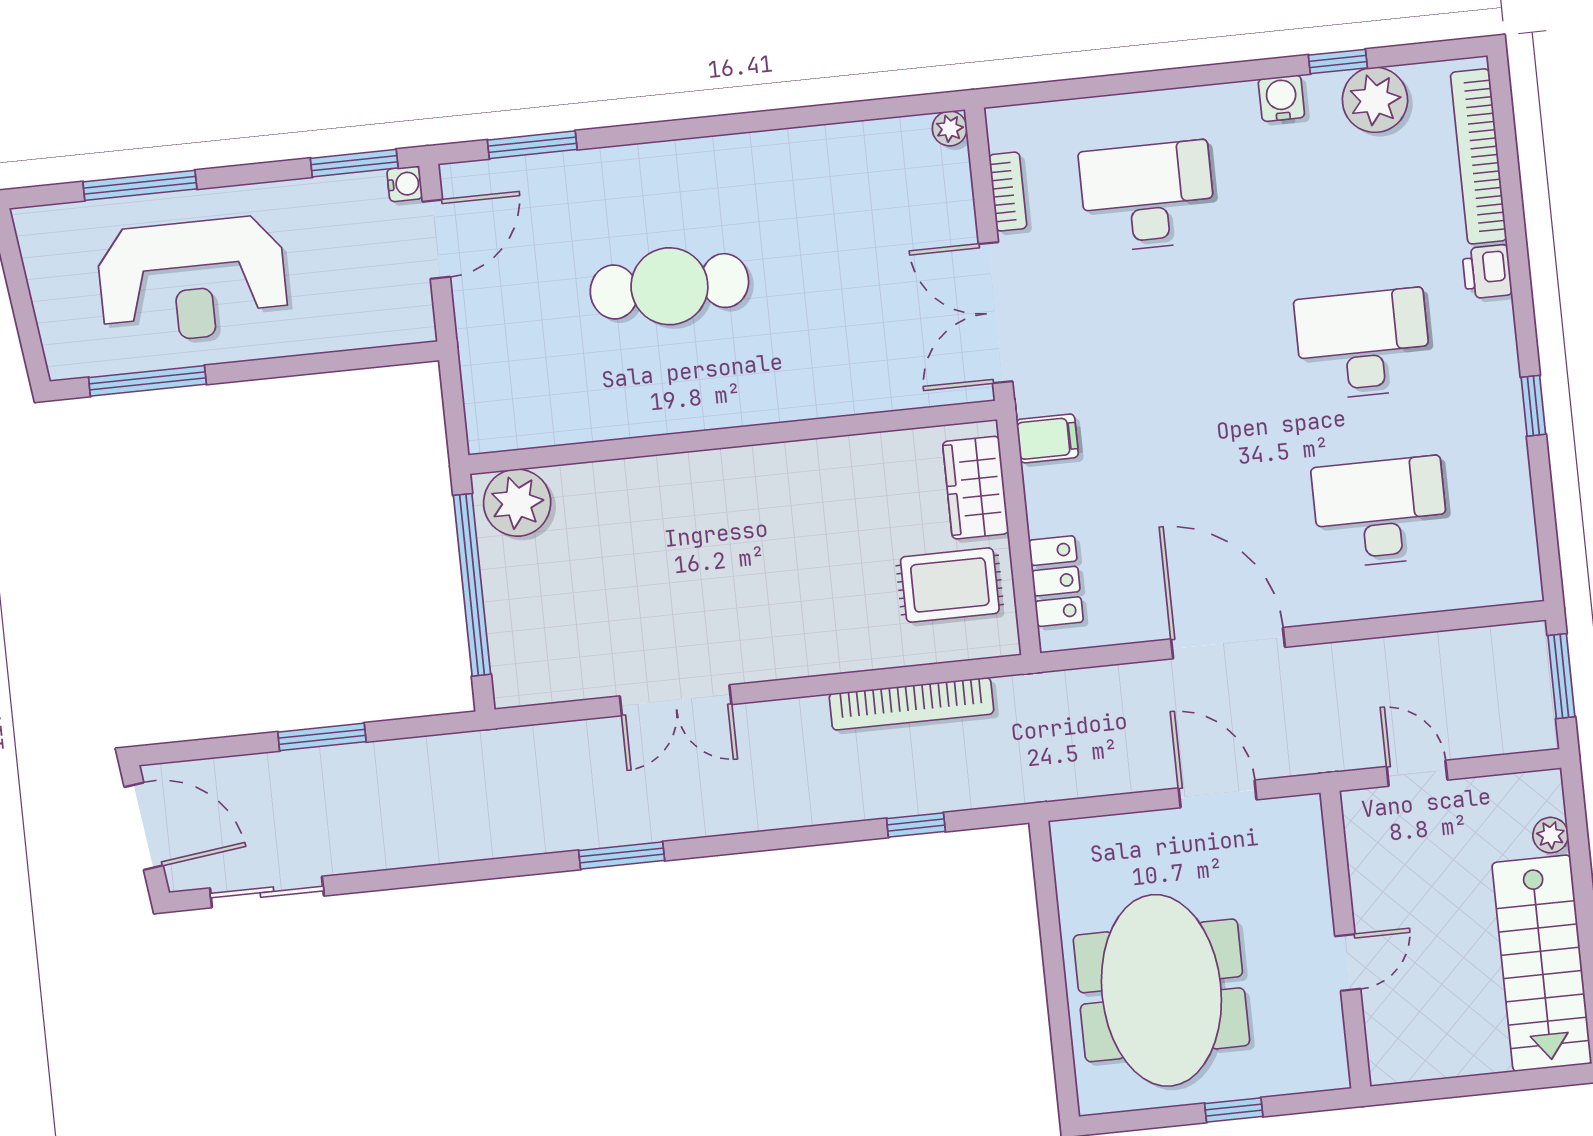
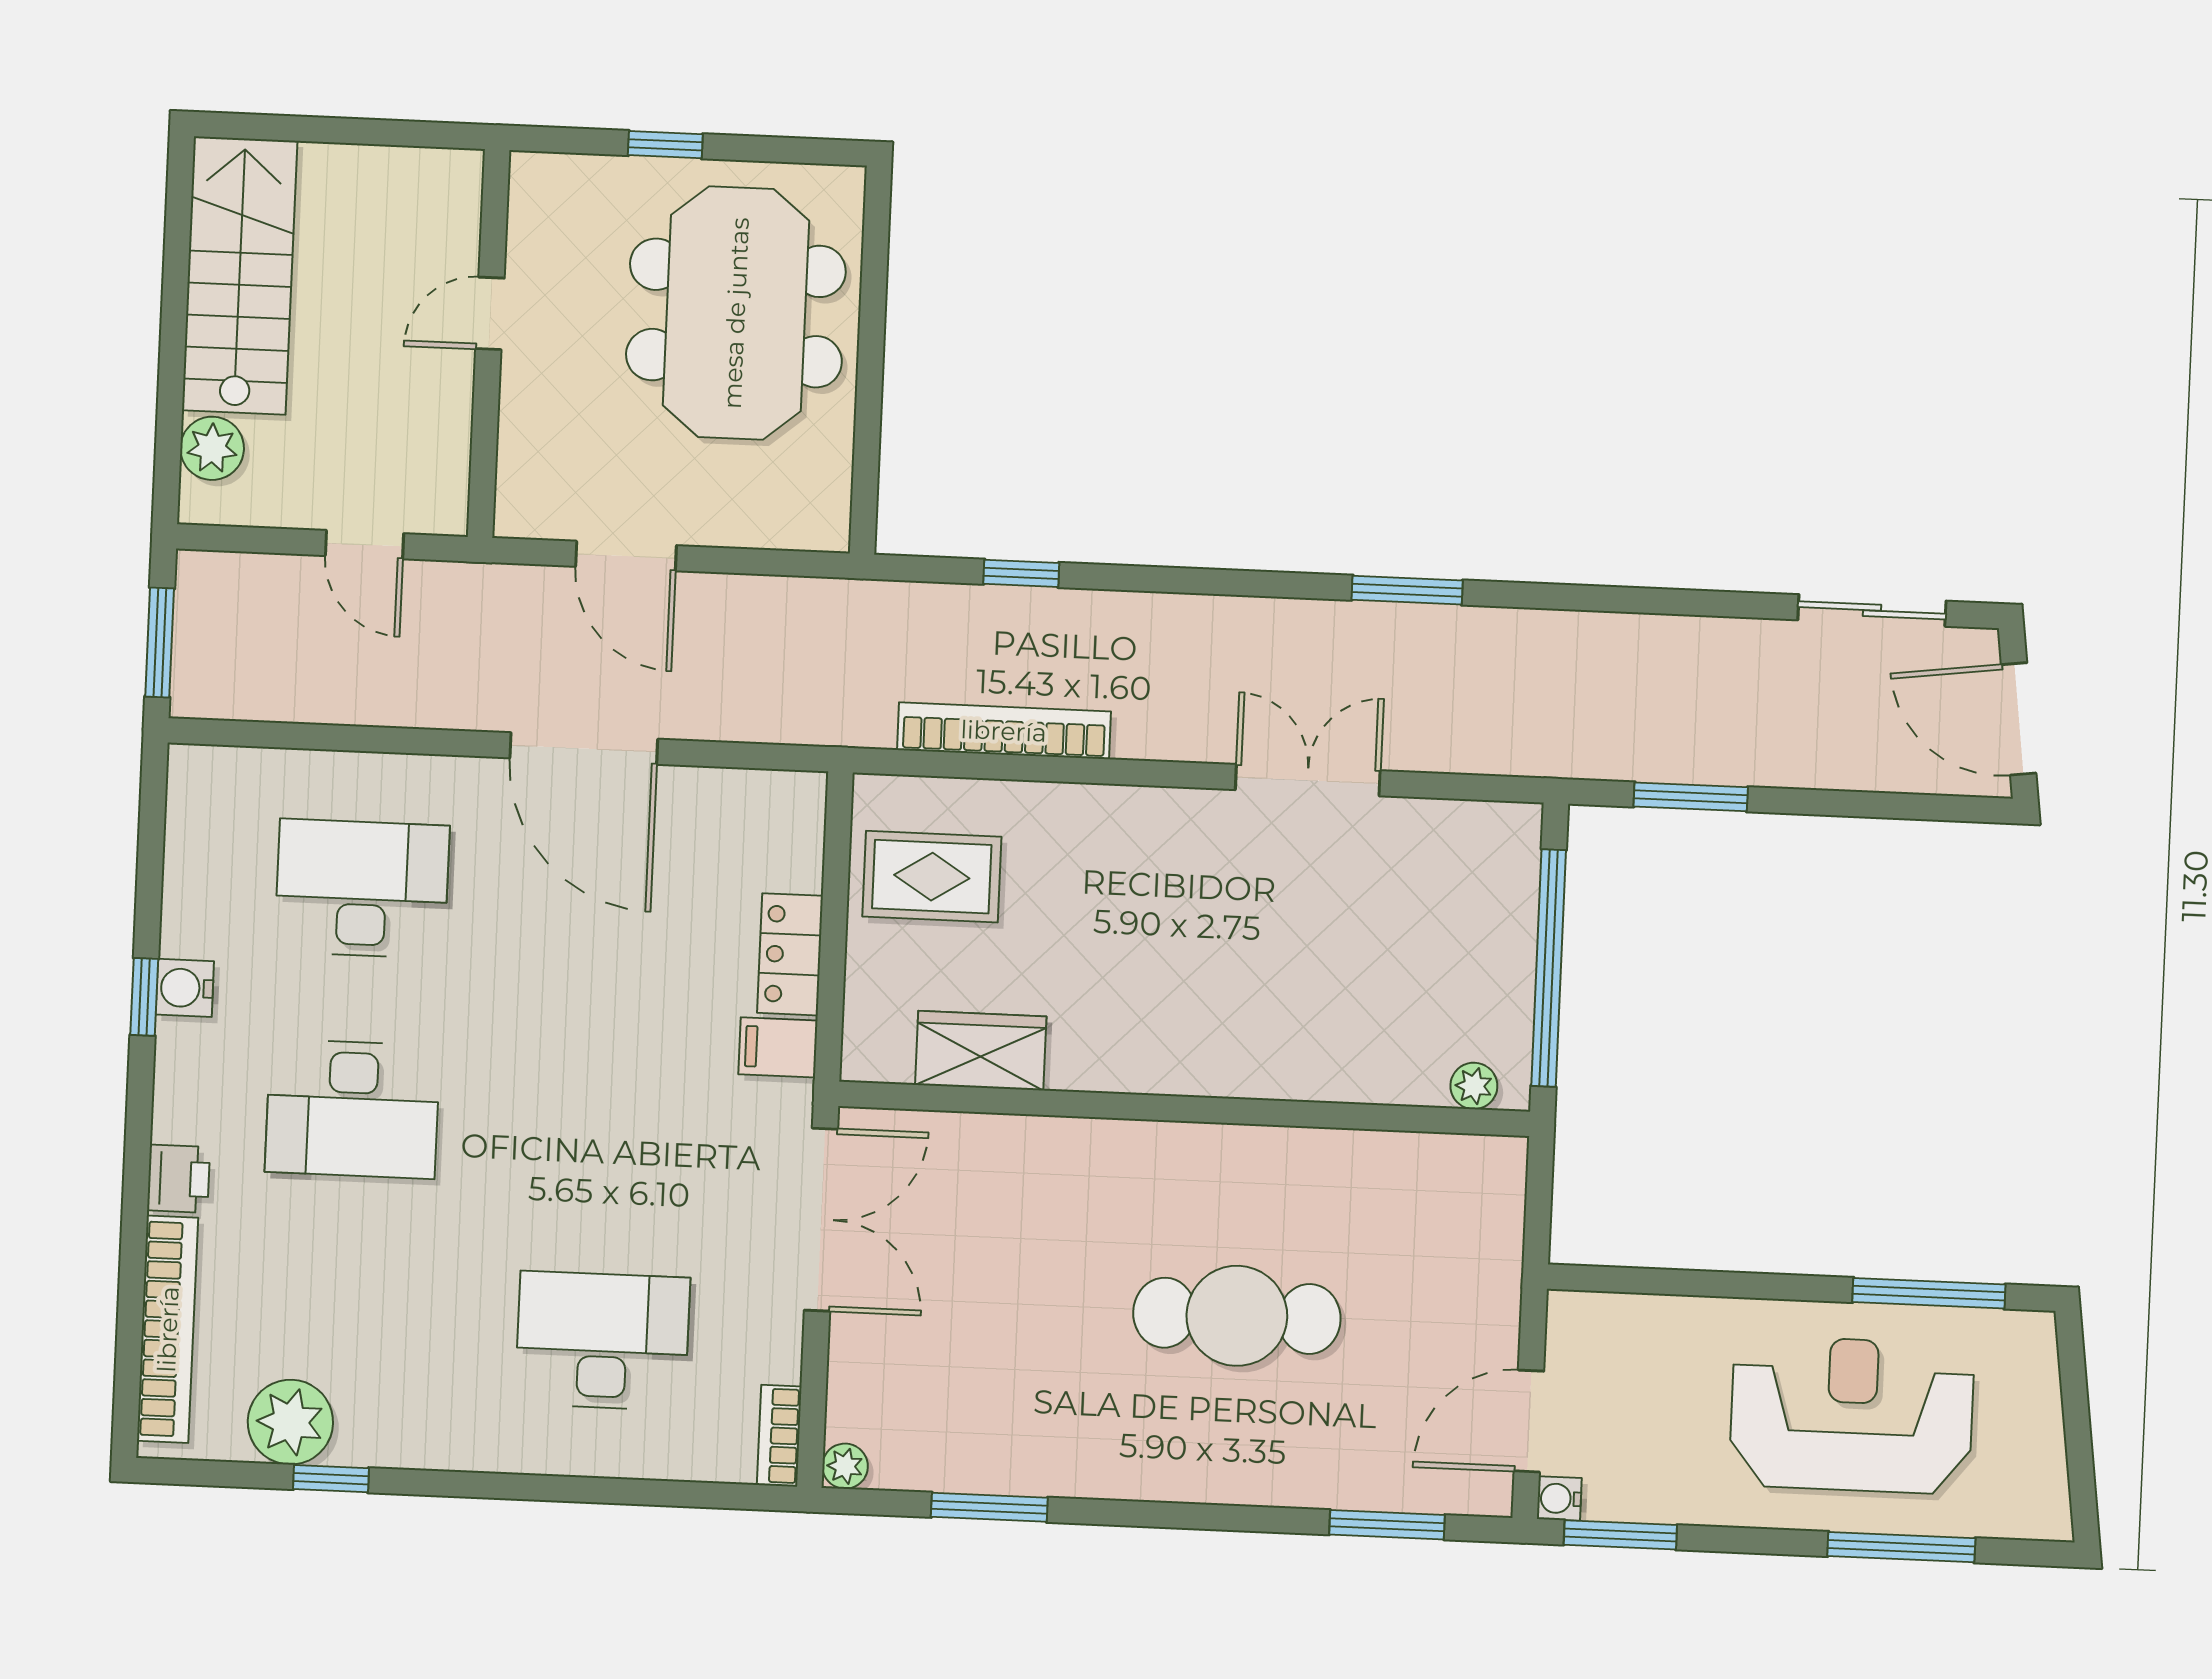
water cooler: (1281, 98) -> (185, 988), moved, turned 90
window: (836, 113) -> (989, 1507), added
bookcase: (1008, 192) -> (779, 1436), moved
desk: (1147, 196) -> (603, 1341), turned 180
wardrobe: (976, 488) -> (981, 1051), moved, turned -90
plant: (517, 503) -> (1474, 1086), width x0.53, depth x0.53
desk: (1380, 512) -> (362, 889), turned 180
locker: (1056, 581) -> (790, 954), moved
window: (322, 737) -> (1691, 797), moved
plant: (1551, 835) -> (212, 448), width x1.38, depth x1.38

